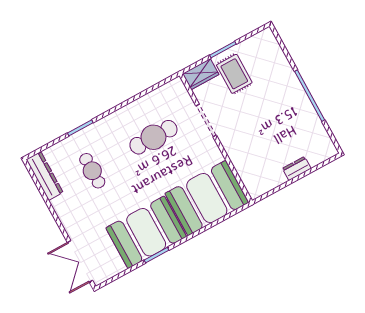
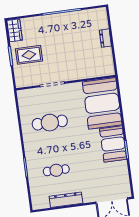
wardrobe: (201, 74) -> (15, 30), moved
cafe table: (153, 137) -> (50, 123), turned 90
dresser: (45, 176) -> (66, 200), moved
booth: (146, 232) -> (113, 144), width x0.73, depth x0.70

